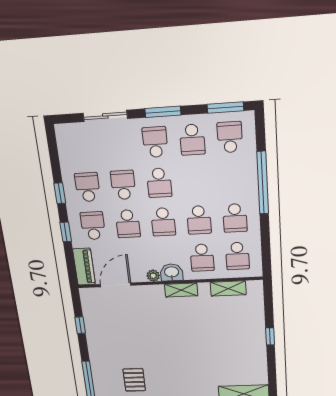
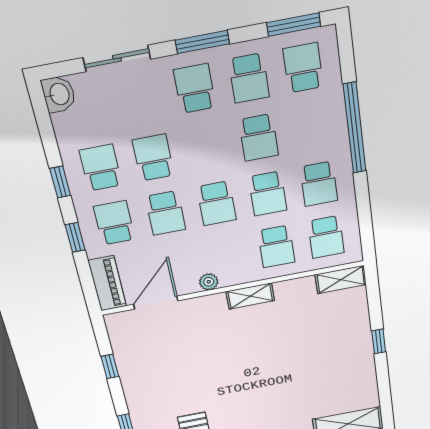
school desk: (159, 183) -> (259, 138), moved
washbasin: (172, 272) -> (59, 94), moved, turned 90
shelving: (228, 288) -> (341, 280), moved

